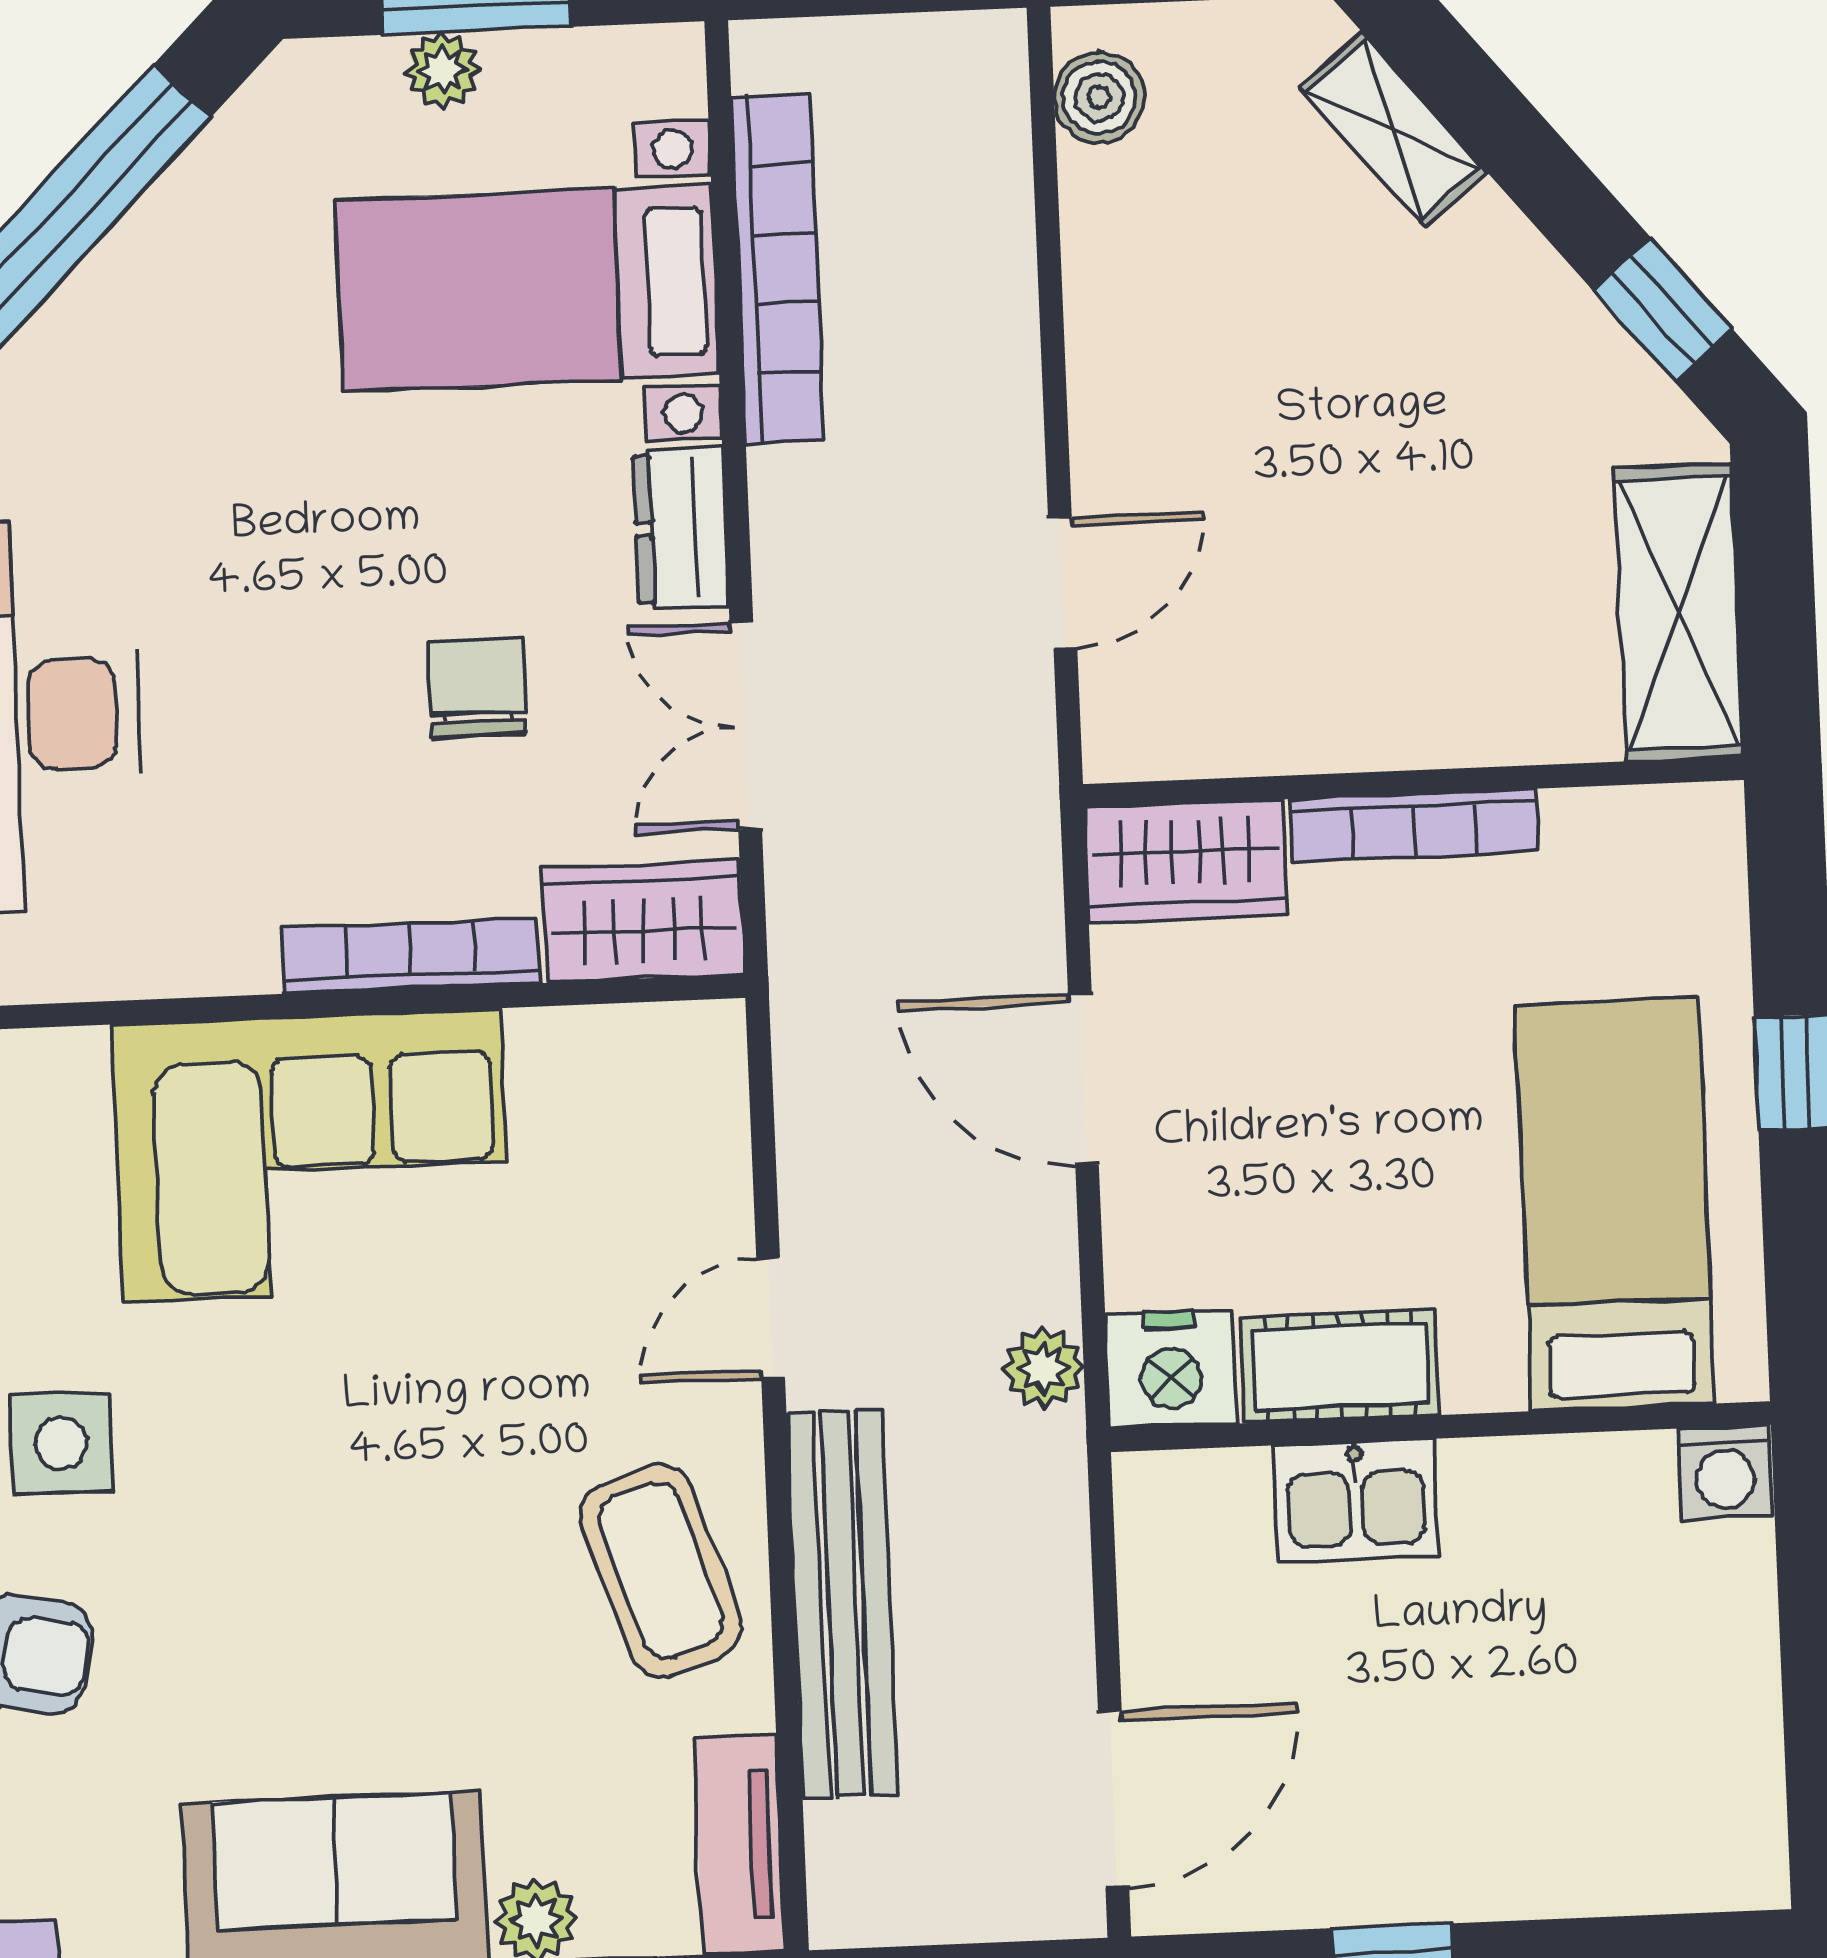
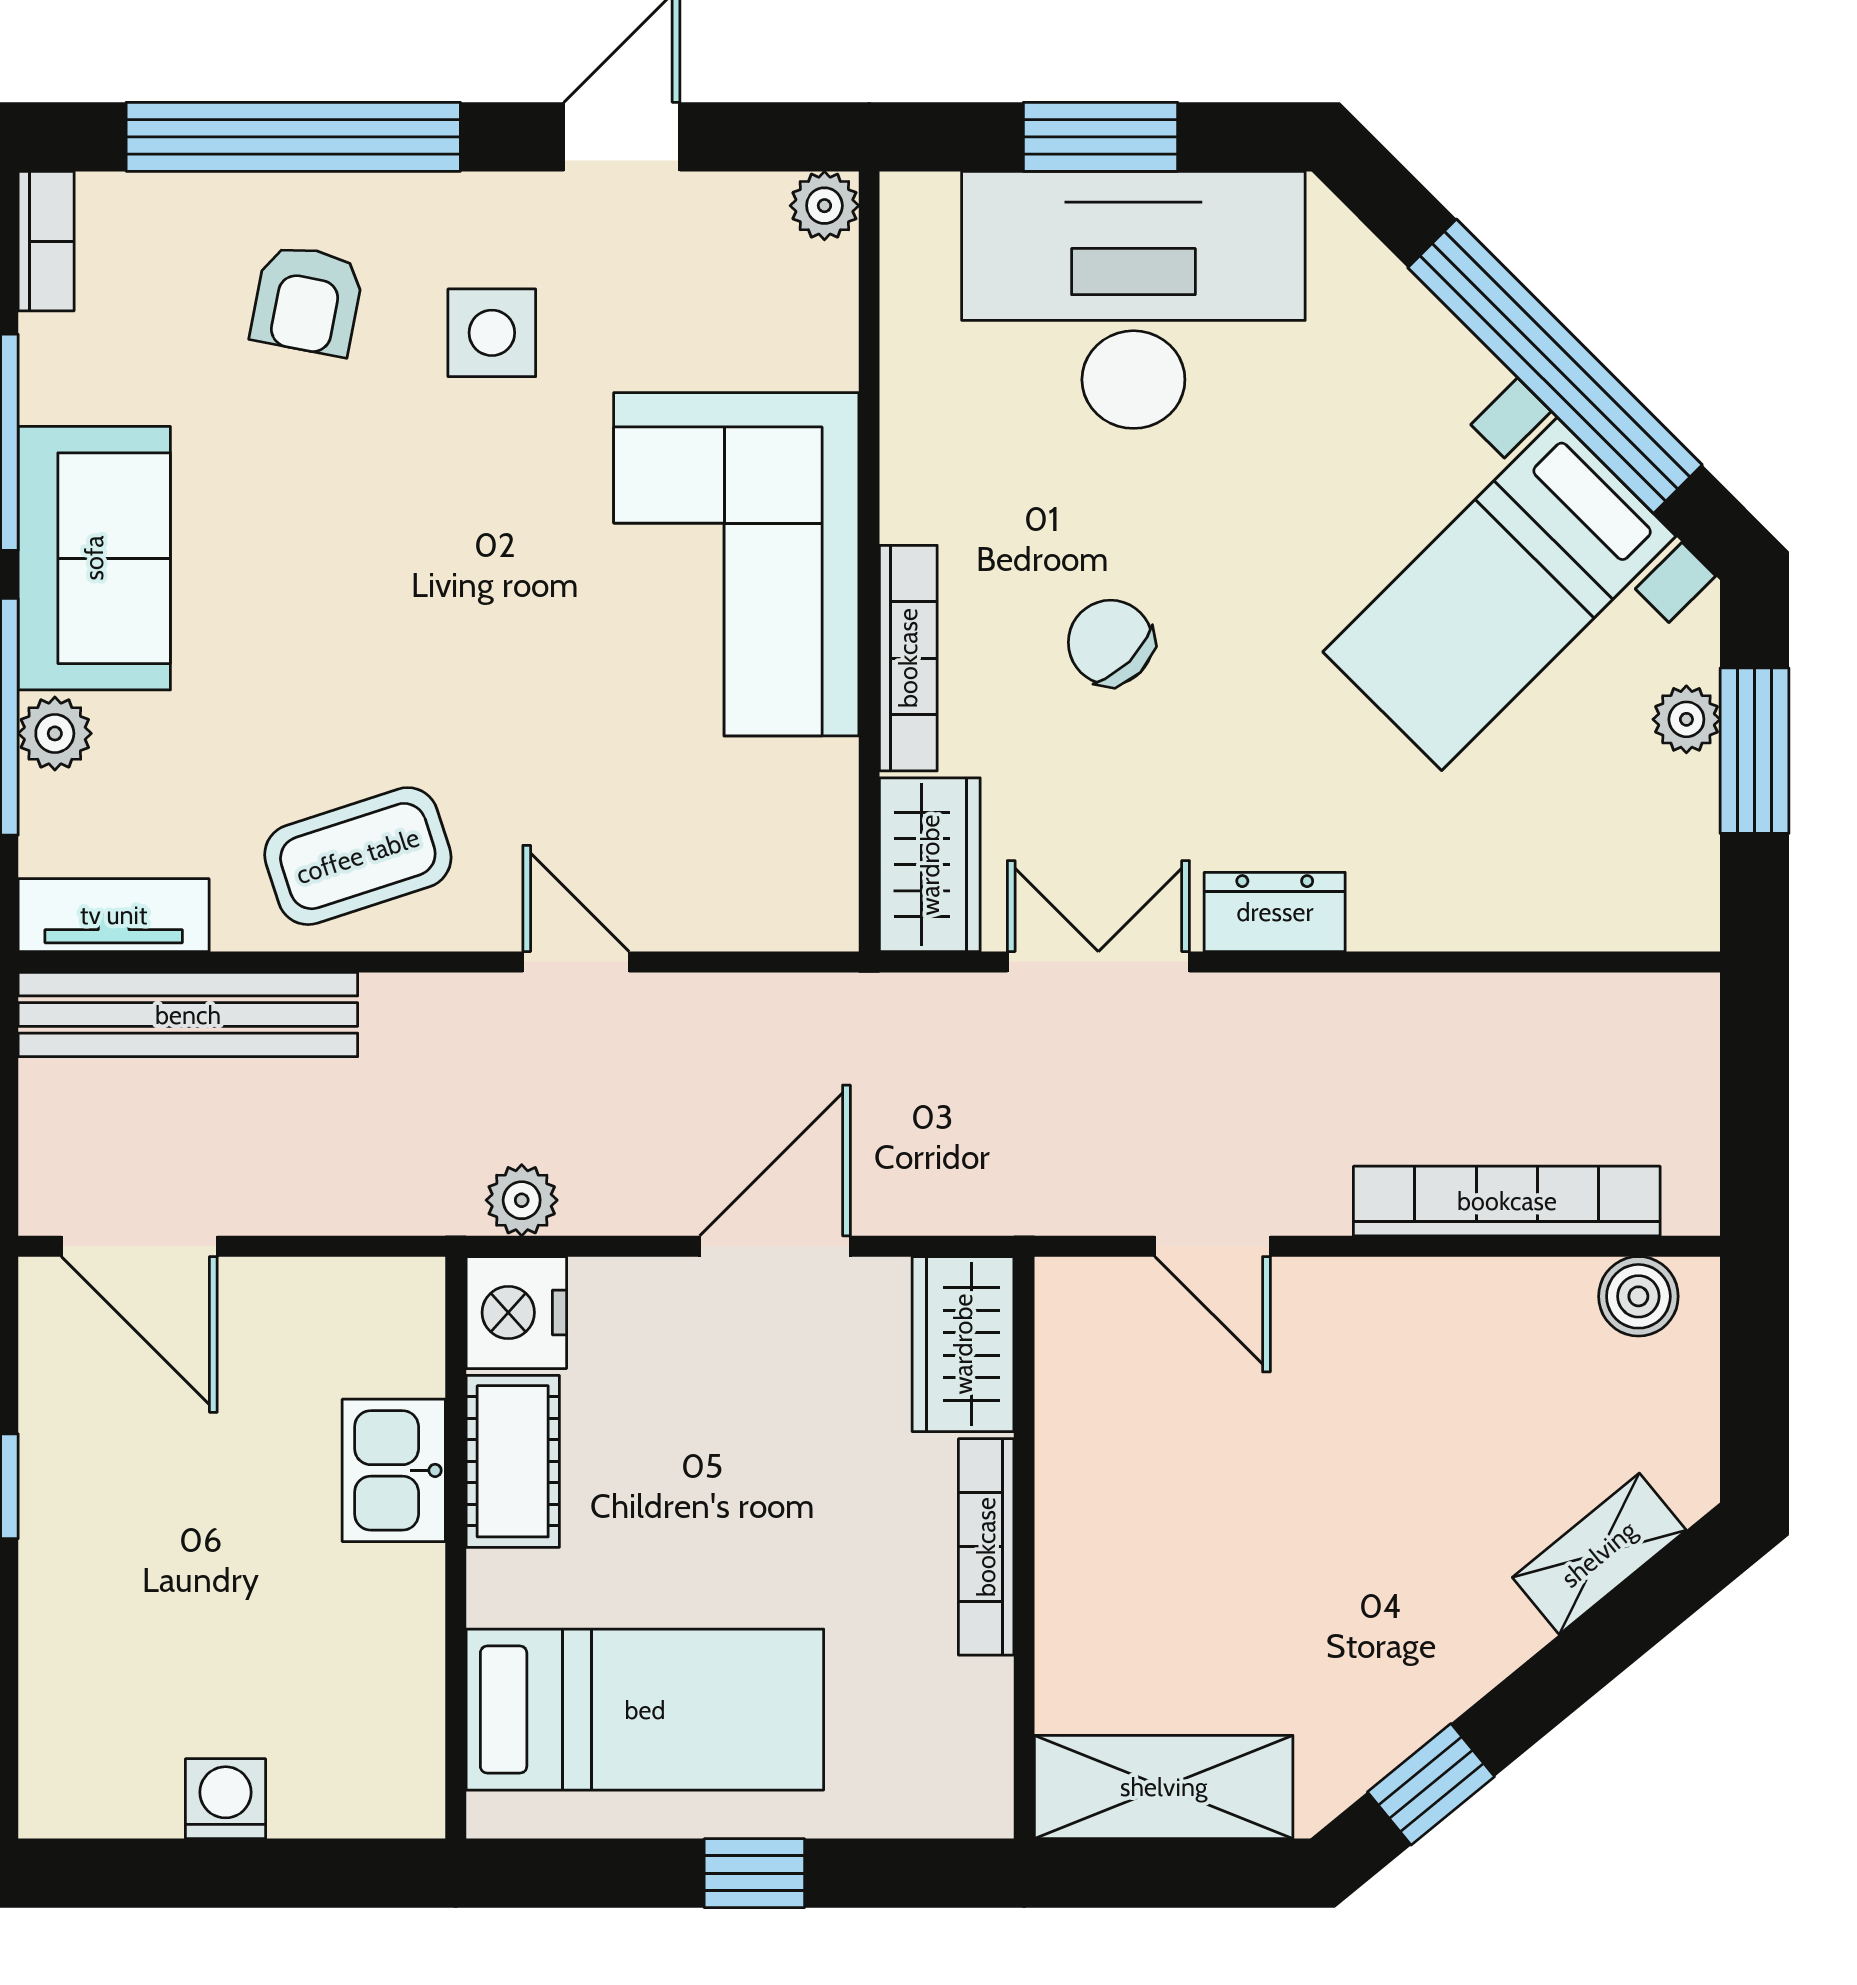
bookcase: (778, 269) -> (1507, 1201), moved, turned 180
bed with nightstands: (527, 288) -> (1499, 594), moved, turned -135
chair: (477, 688) -> (1111, 642), moved, turned -135
washing machine: (1725, 1472) -> (226, 1799), moved, turned 90
bench: (842, 1604) -> (188, 1015), moved

